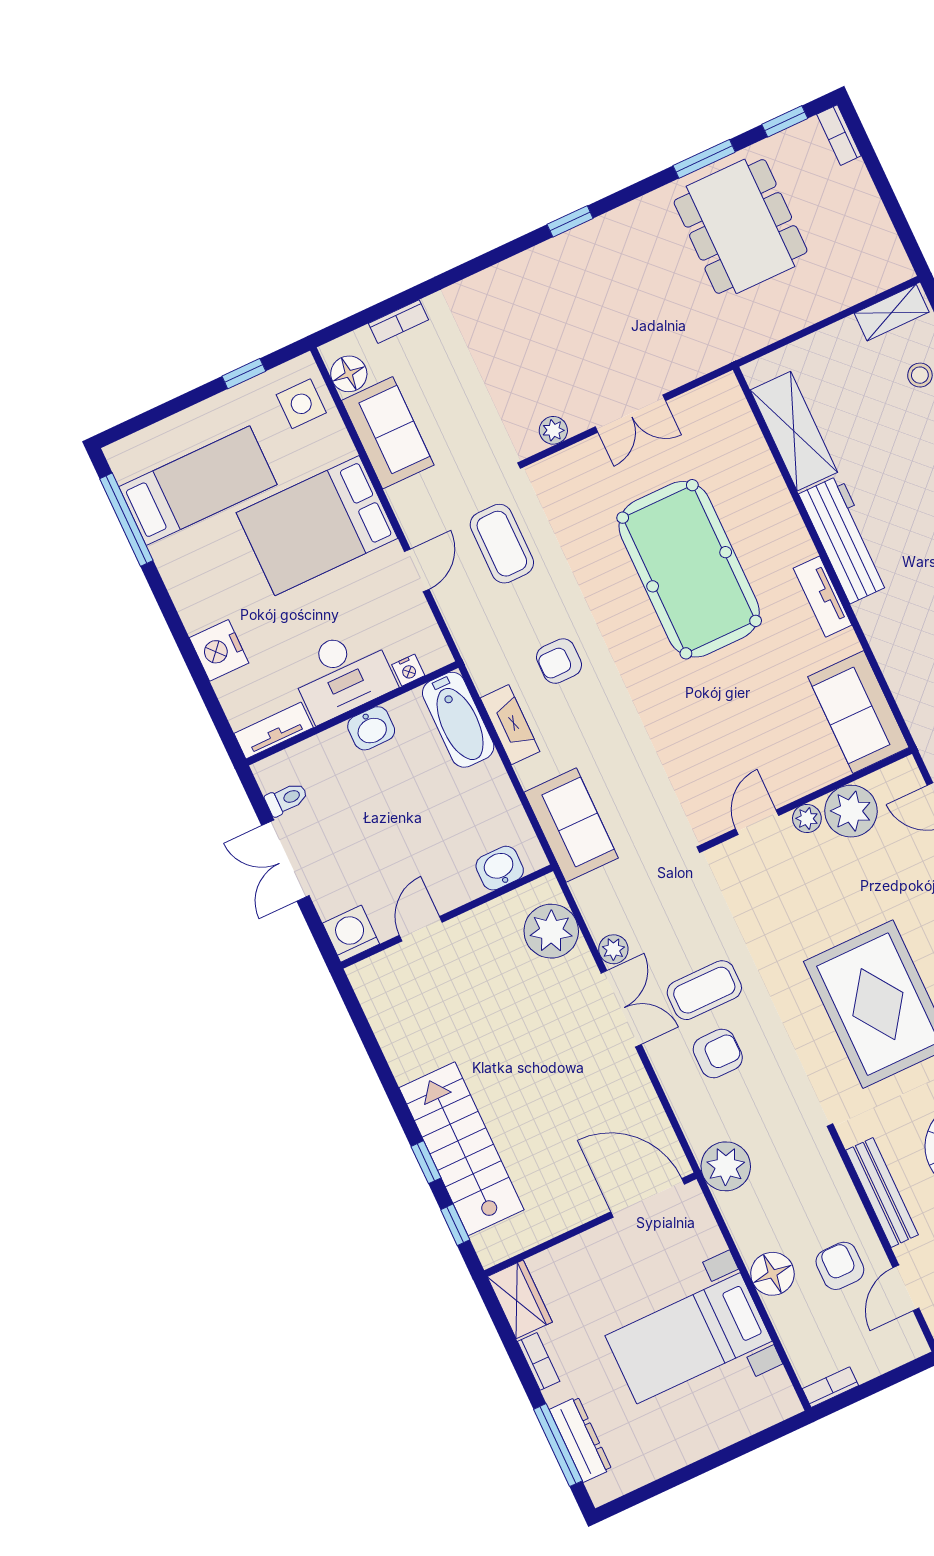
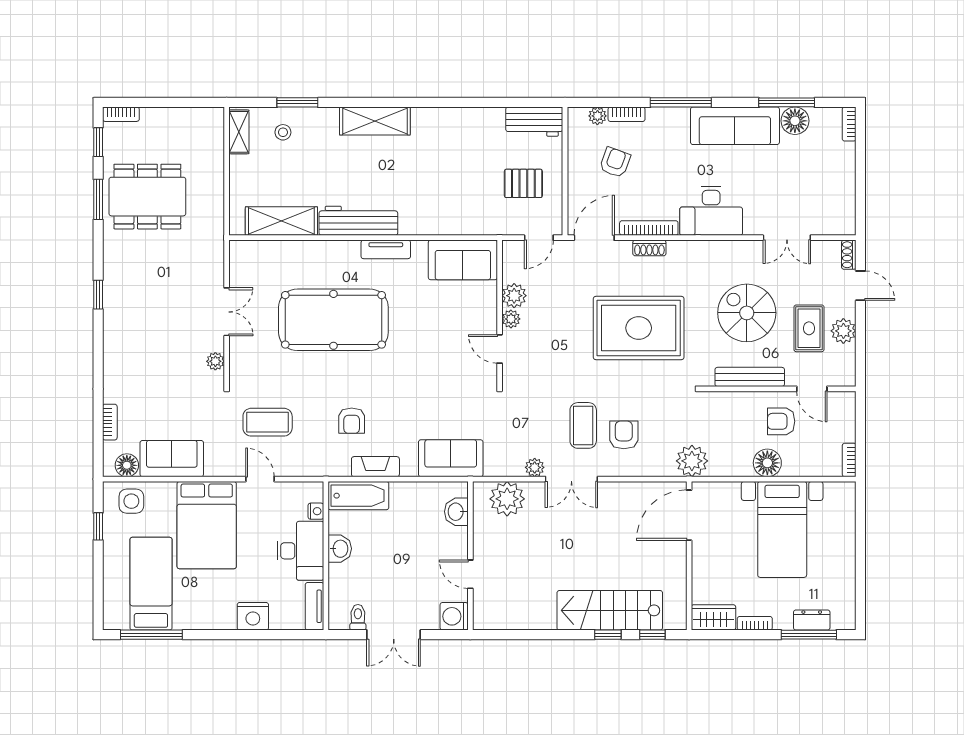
plant: (851, 811) -> (514, 296), width x0.73, depth x0.73
double door: (621, 1009) -> (571, 479), swing flipped
dresser: (580, 1439) -> (812, 620), width x0.70

